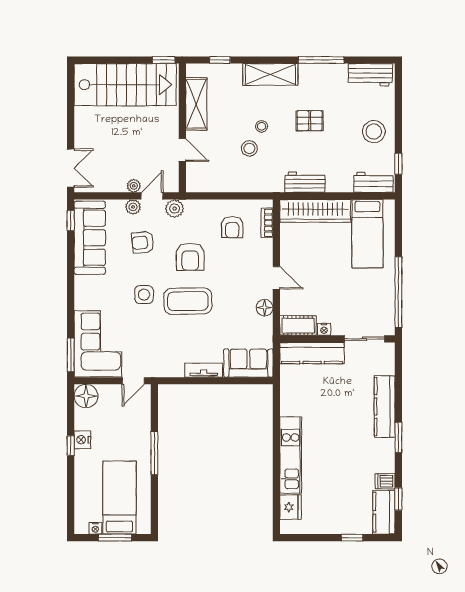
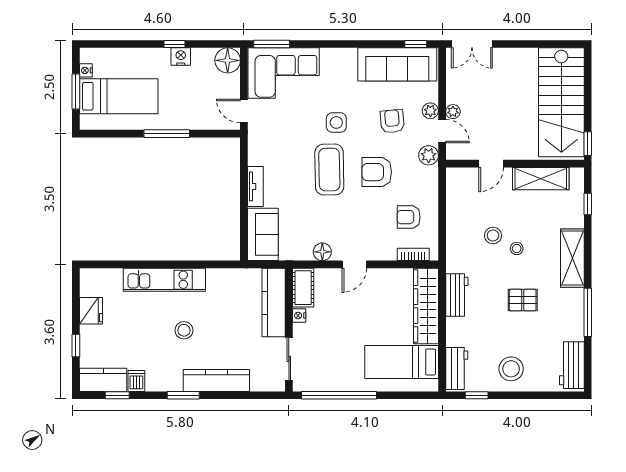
pallet: (310, 121) -> (523, 300), turned 90
stool: (338, 437) -> (184, 330), added
fridge: (291, 507) -> (91, 311), moved, turned -90

